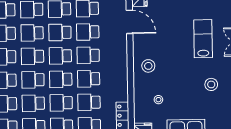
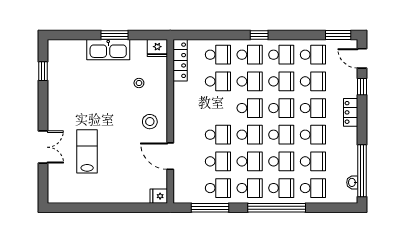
door: (130, 22) -> (170, 156), moved
lab bench: (203, 39) -> (87, 151), turned 180
school desk: (89, 79) -> (218, 108), removed
stool: (211, 84) -> (79, 99), removed

